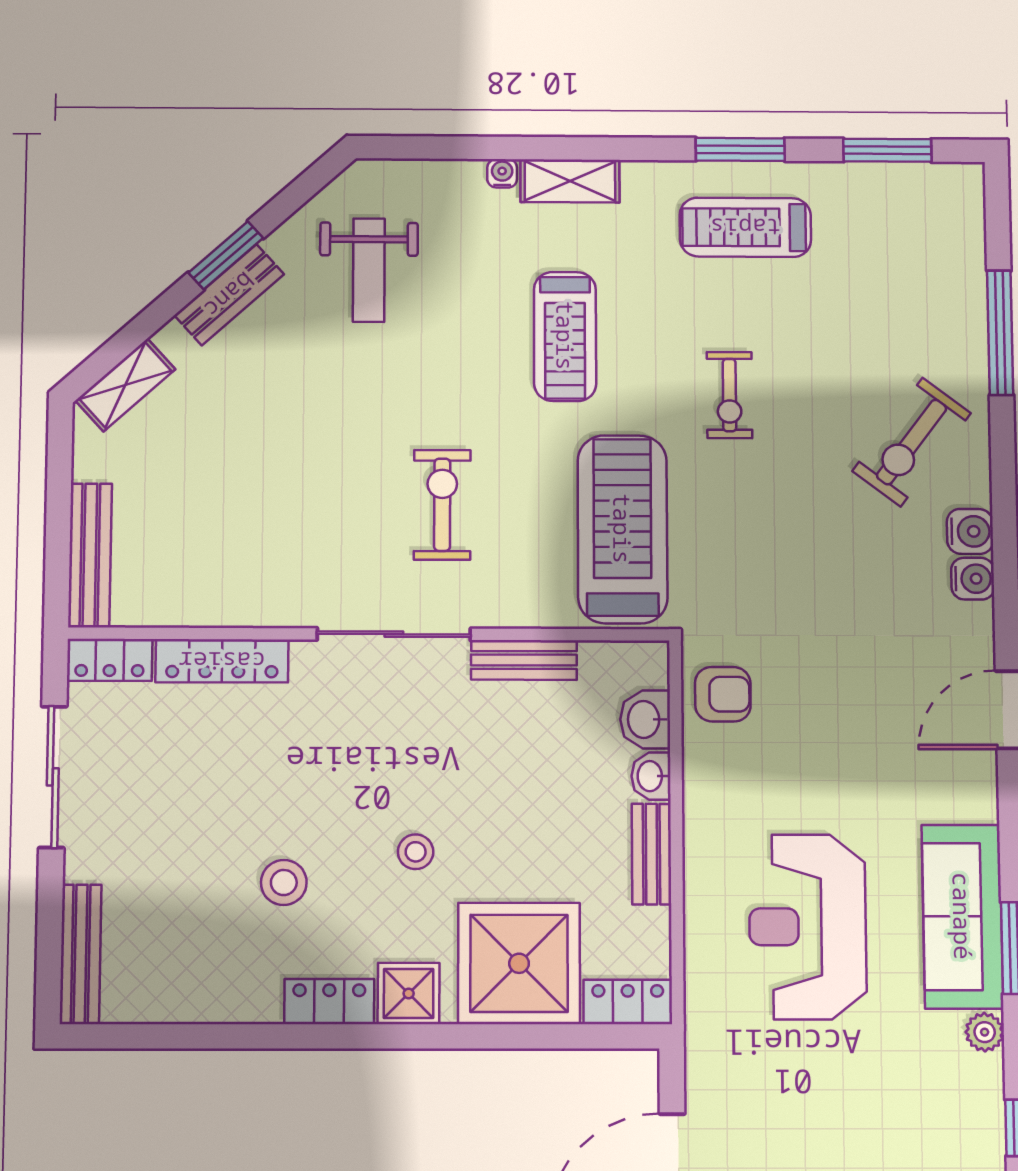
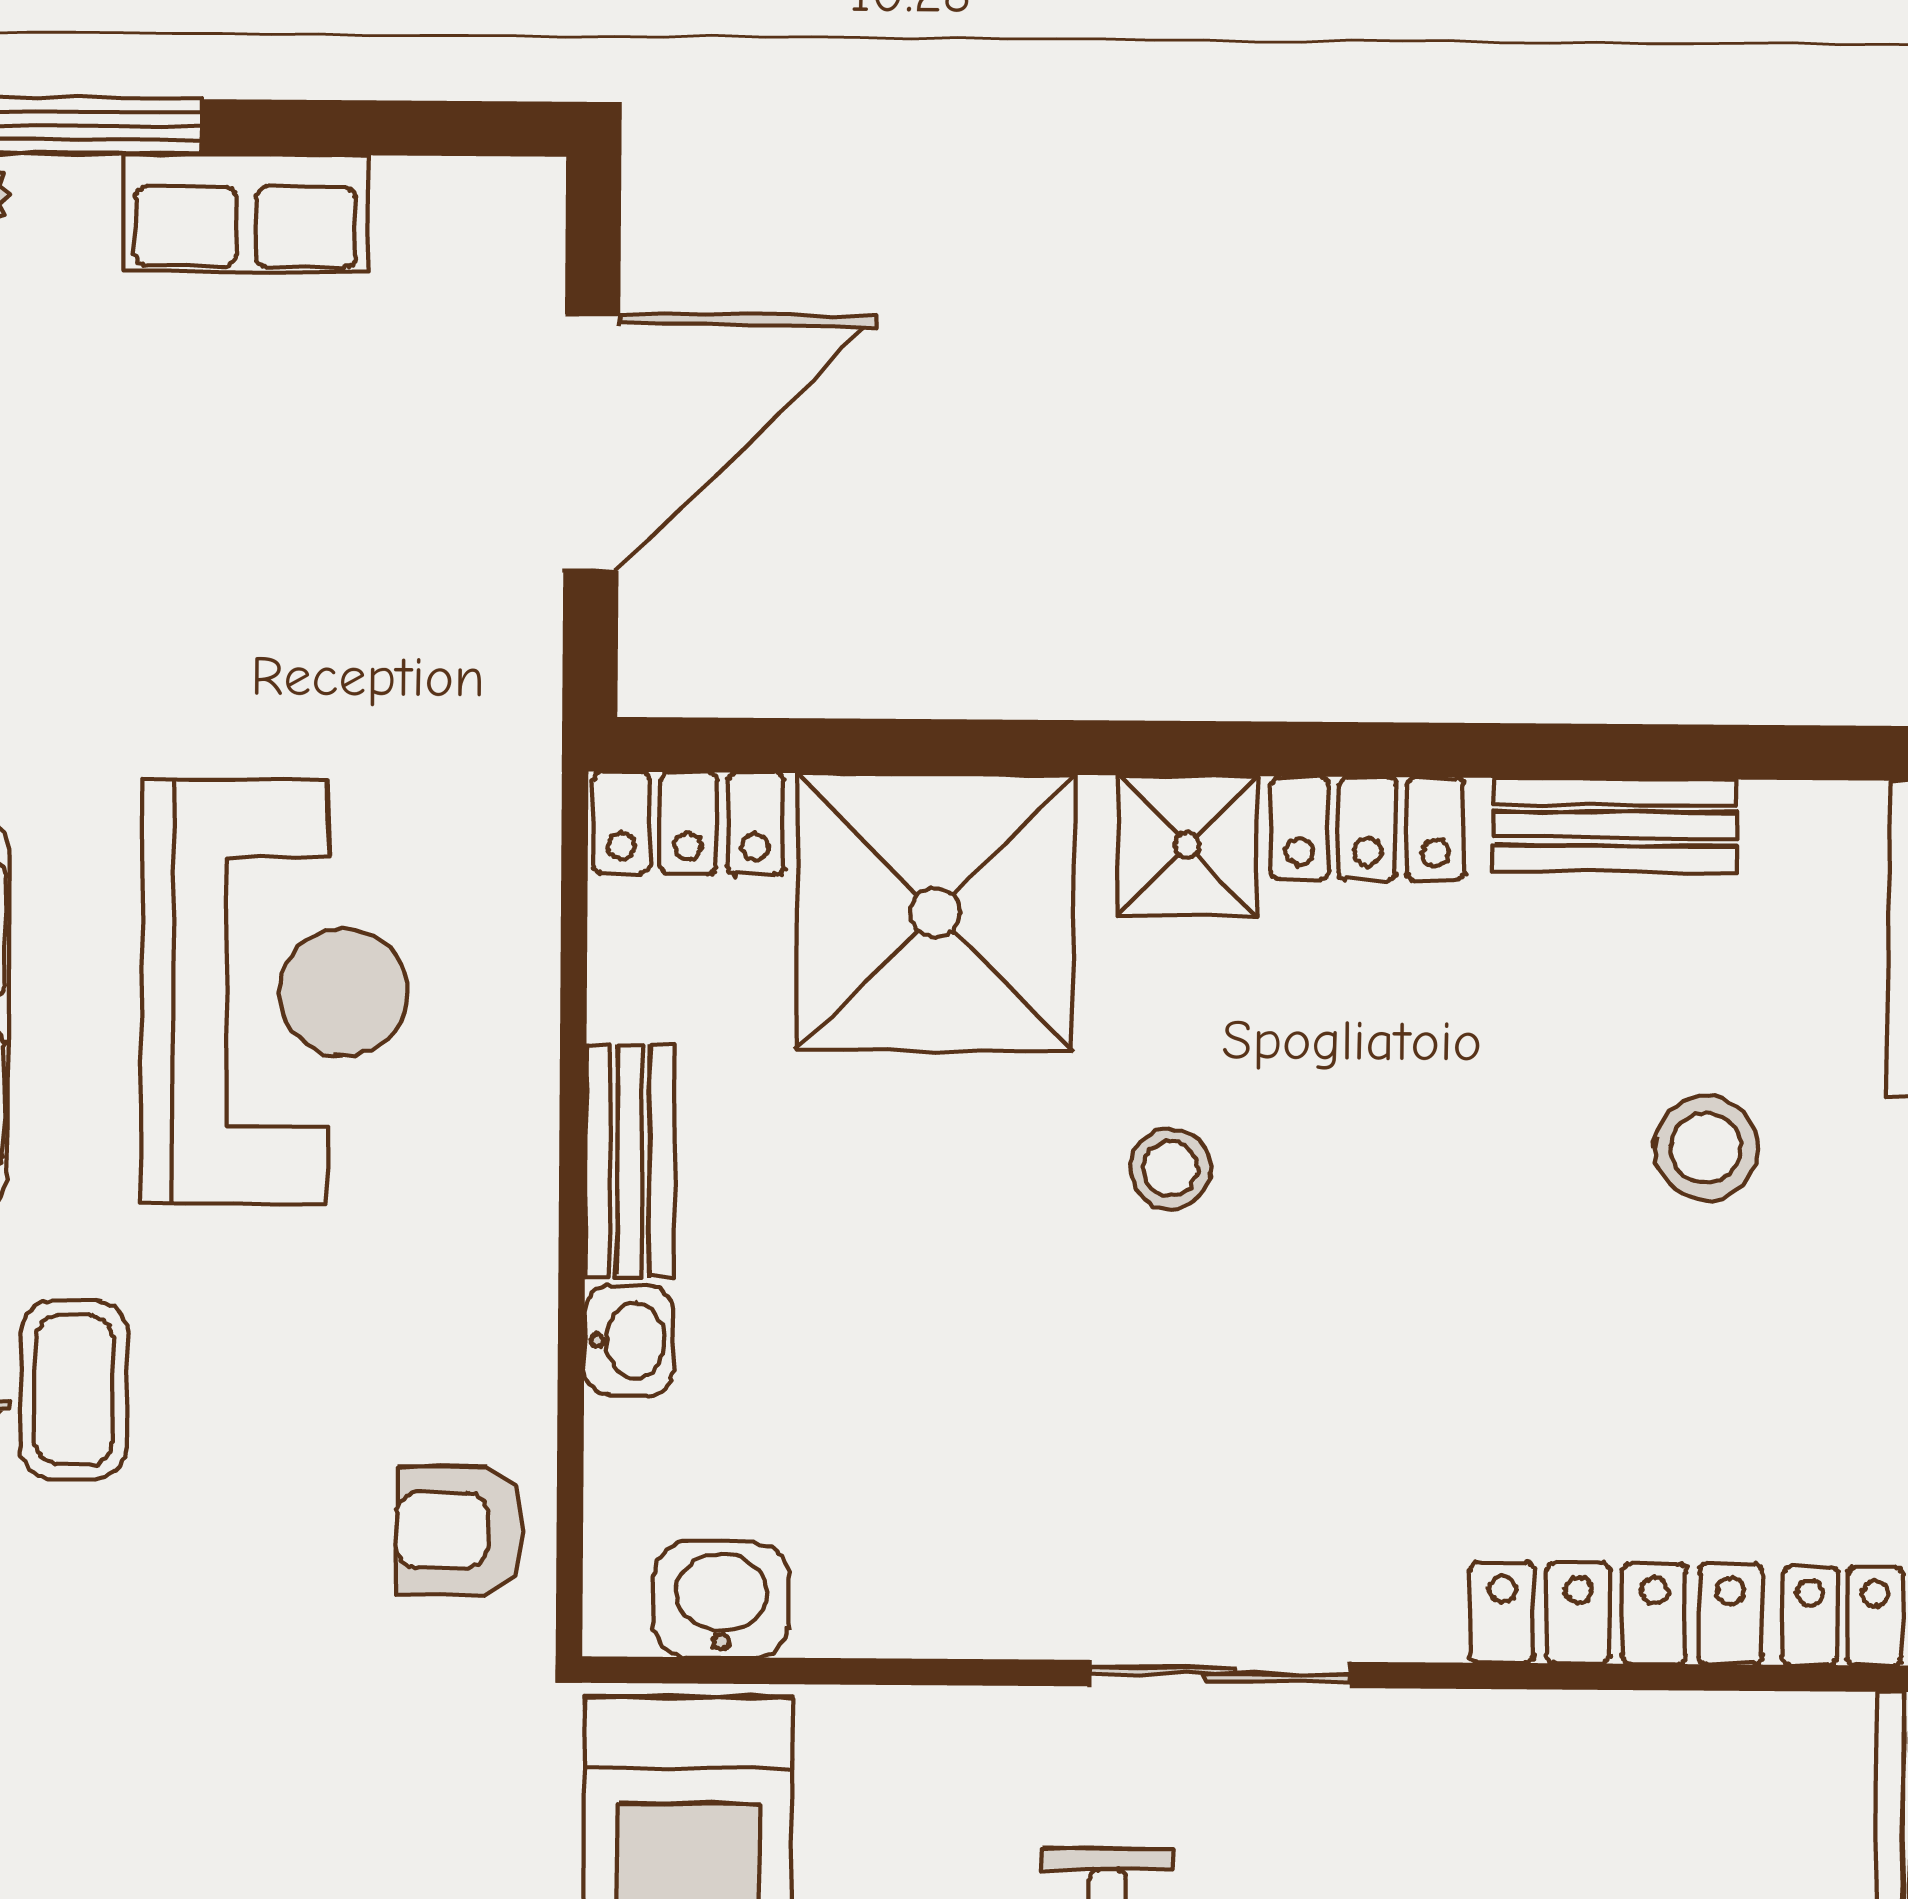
sliding door: (394, 634) -> (1220, 1674), width x0.73
bench: (524, 660) -> (1615, 825), moved
washbasin: (645, 719) -> (721, 1600), moved, turned -90
coffee table: (891, 754) -> (74, 1390), added
stool: (284, 883) -> (1706, 1148), moved

